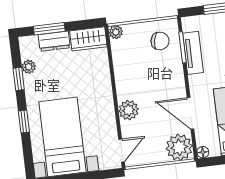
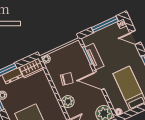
chair: (160, 41) -> (67, 79), moved
door: (190, 113) -> (99, 81), moved

